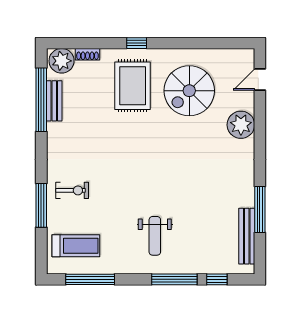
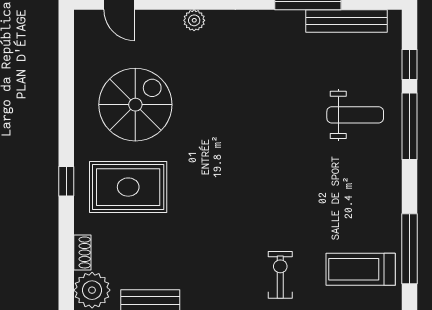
spiral stairs: (189, 91) -> (135, 105), turned -90
plant: (241, 125) -> (194, 20), width x0.53, depth x0.53
weight bench: (155, 236) -> (355, 115), moved
treadmill: (76, 246) -> (361, 269), turned -90

